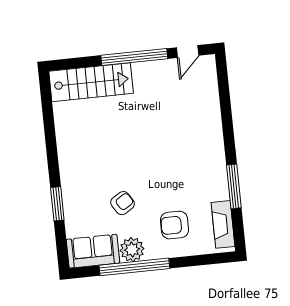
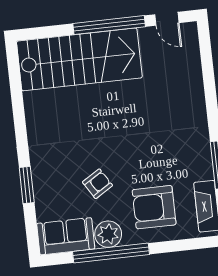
door: (188, 52) -> (167, 19), hinge flipped
stairs: (91, 82) -> (79, 59), width x1.36, depth x1.51
armchair: (174, 225) -> (154, 207), width x1.36, depth x1.36

